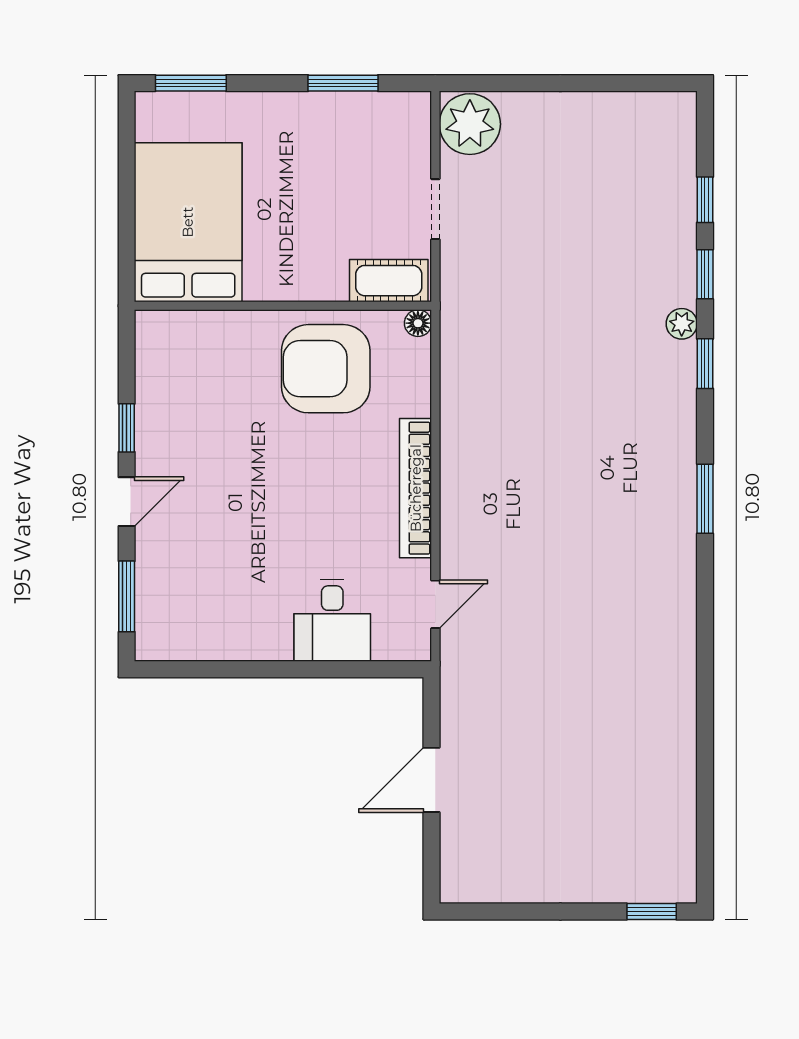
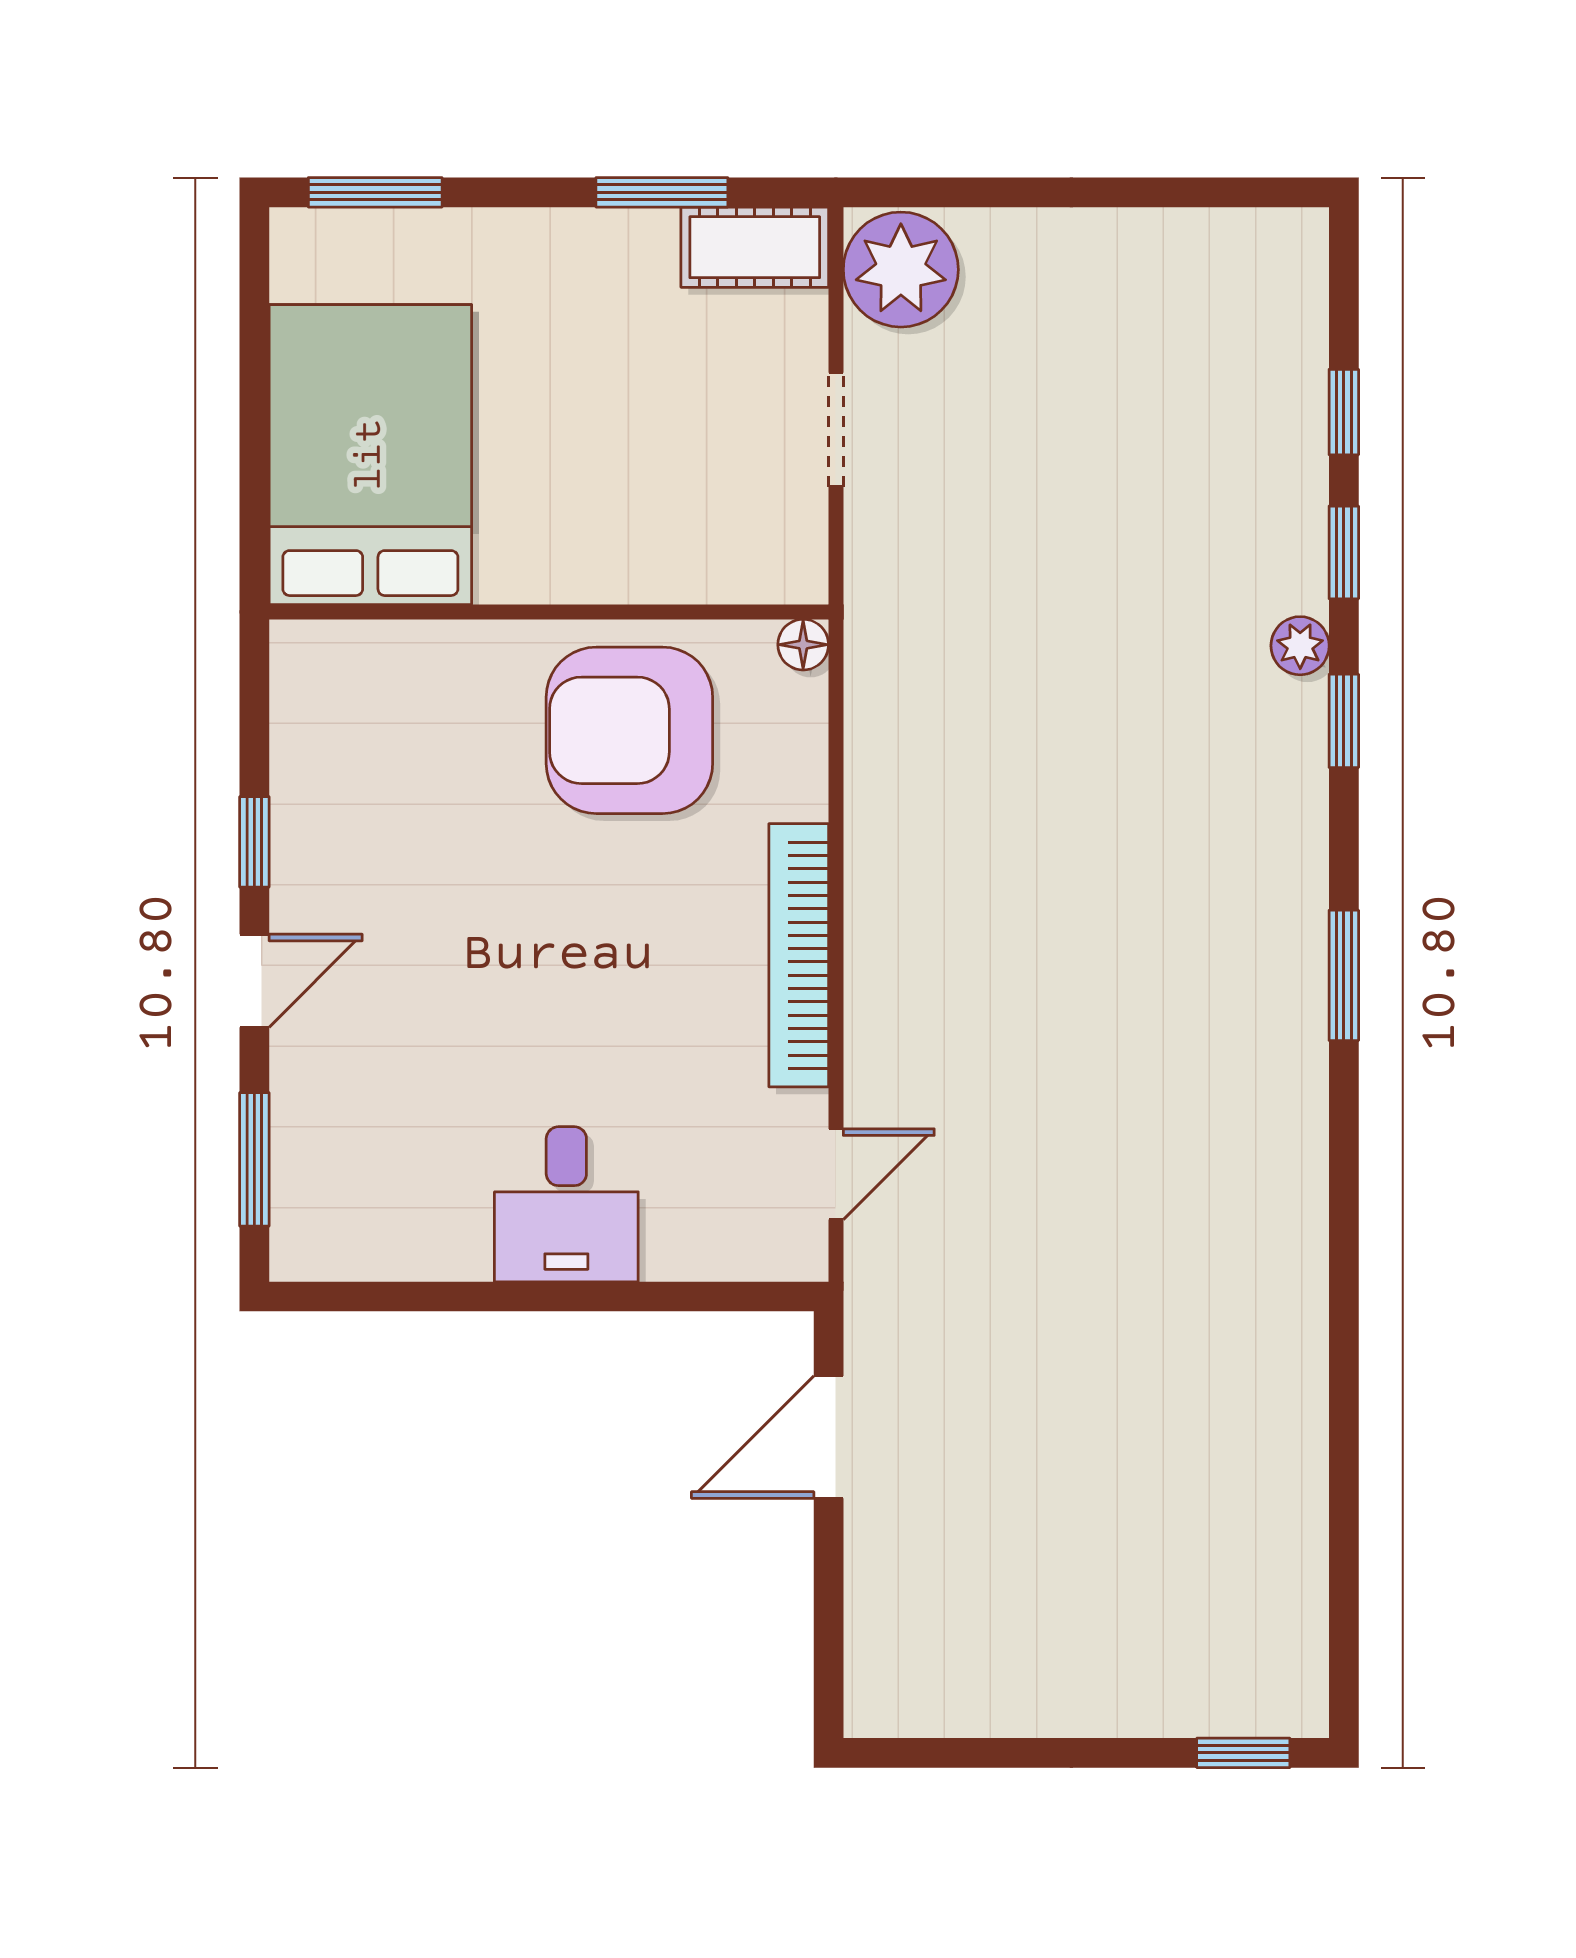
cot: (389, 281) -> (755, 247), moved
desk: (332, 620) -> (566, 1204), moved
door: (431, 780) -> (829, 1437), moved

